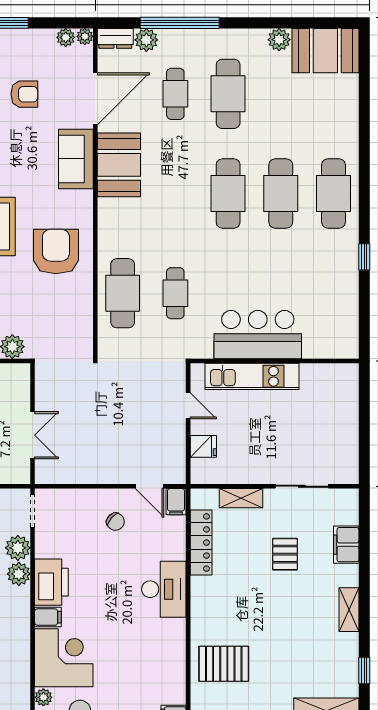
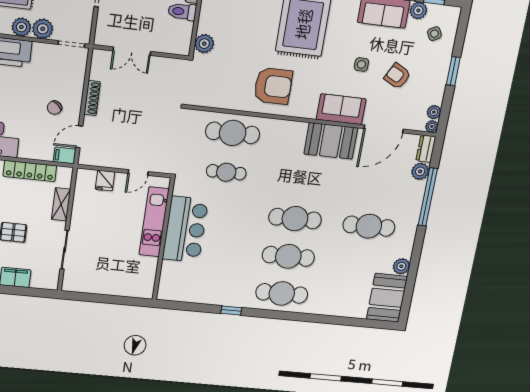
armchair: (24, 94) -> (397, 76), turned 118
cafe table: (175, 94) -> (376, 188), removed
door: (95, 99) -> (384, 129), hinge flipped
side table: (15, 143) -> (361, 65), added
shoe rack: (98, 477) -> (92, 98), added

